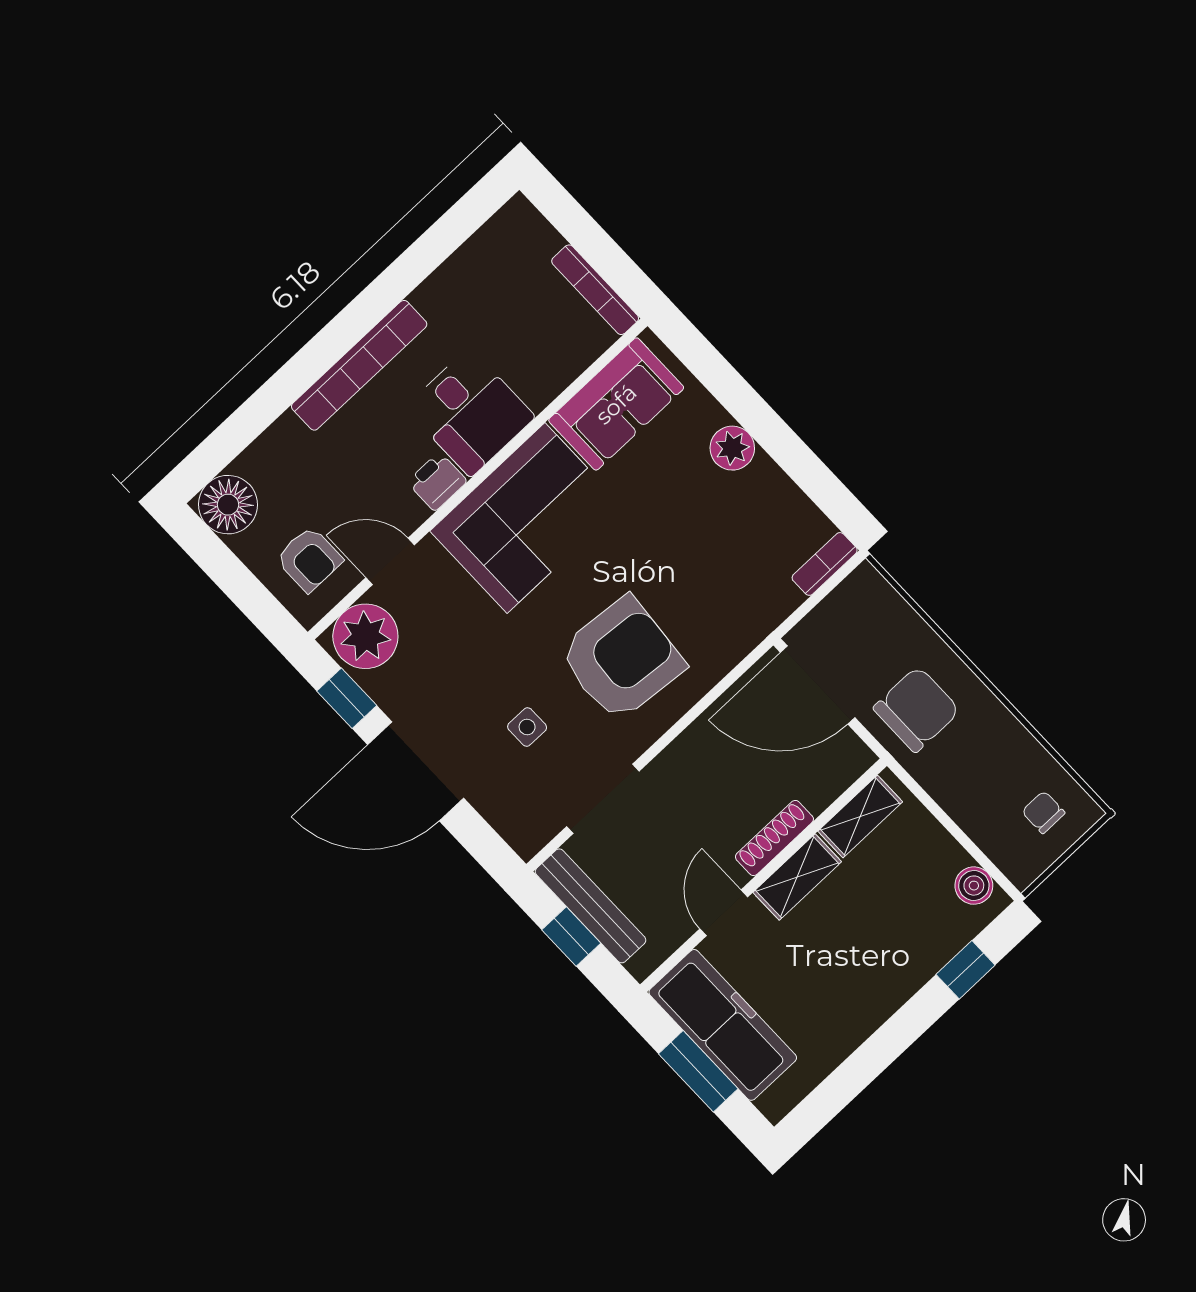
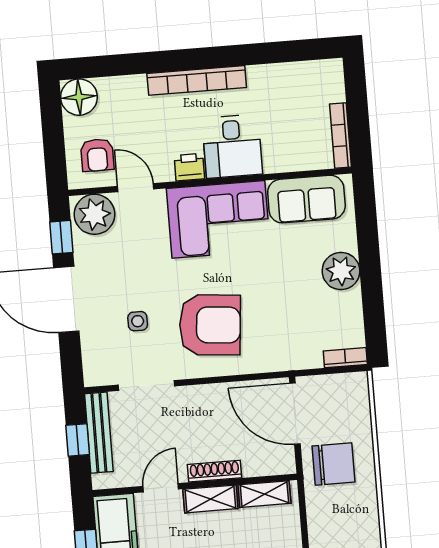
plant: (732, 448) -> (341, 271), width x1.36, depth x1.36

